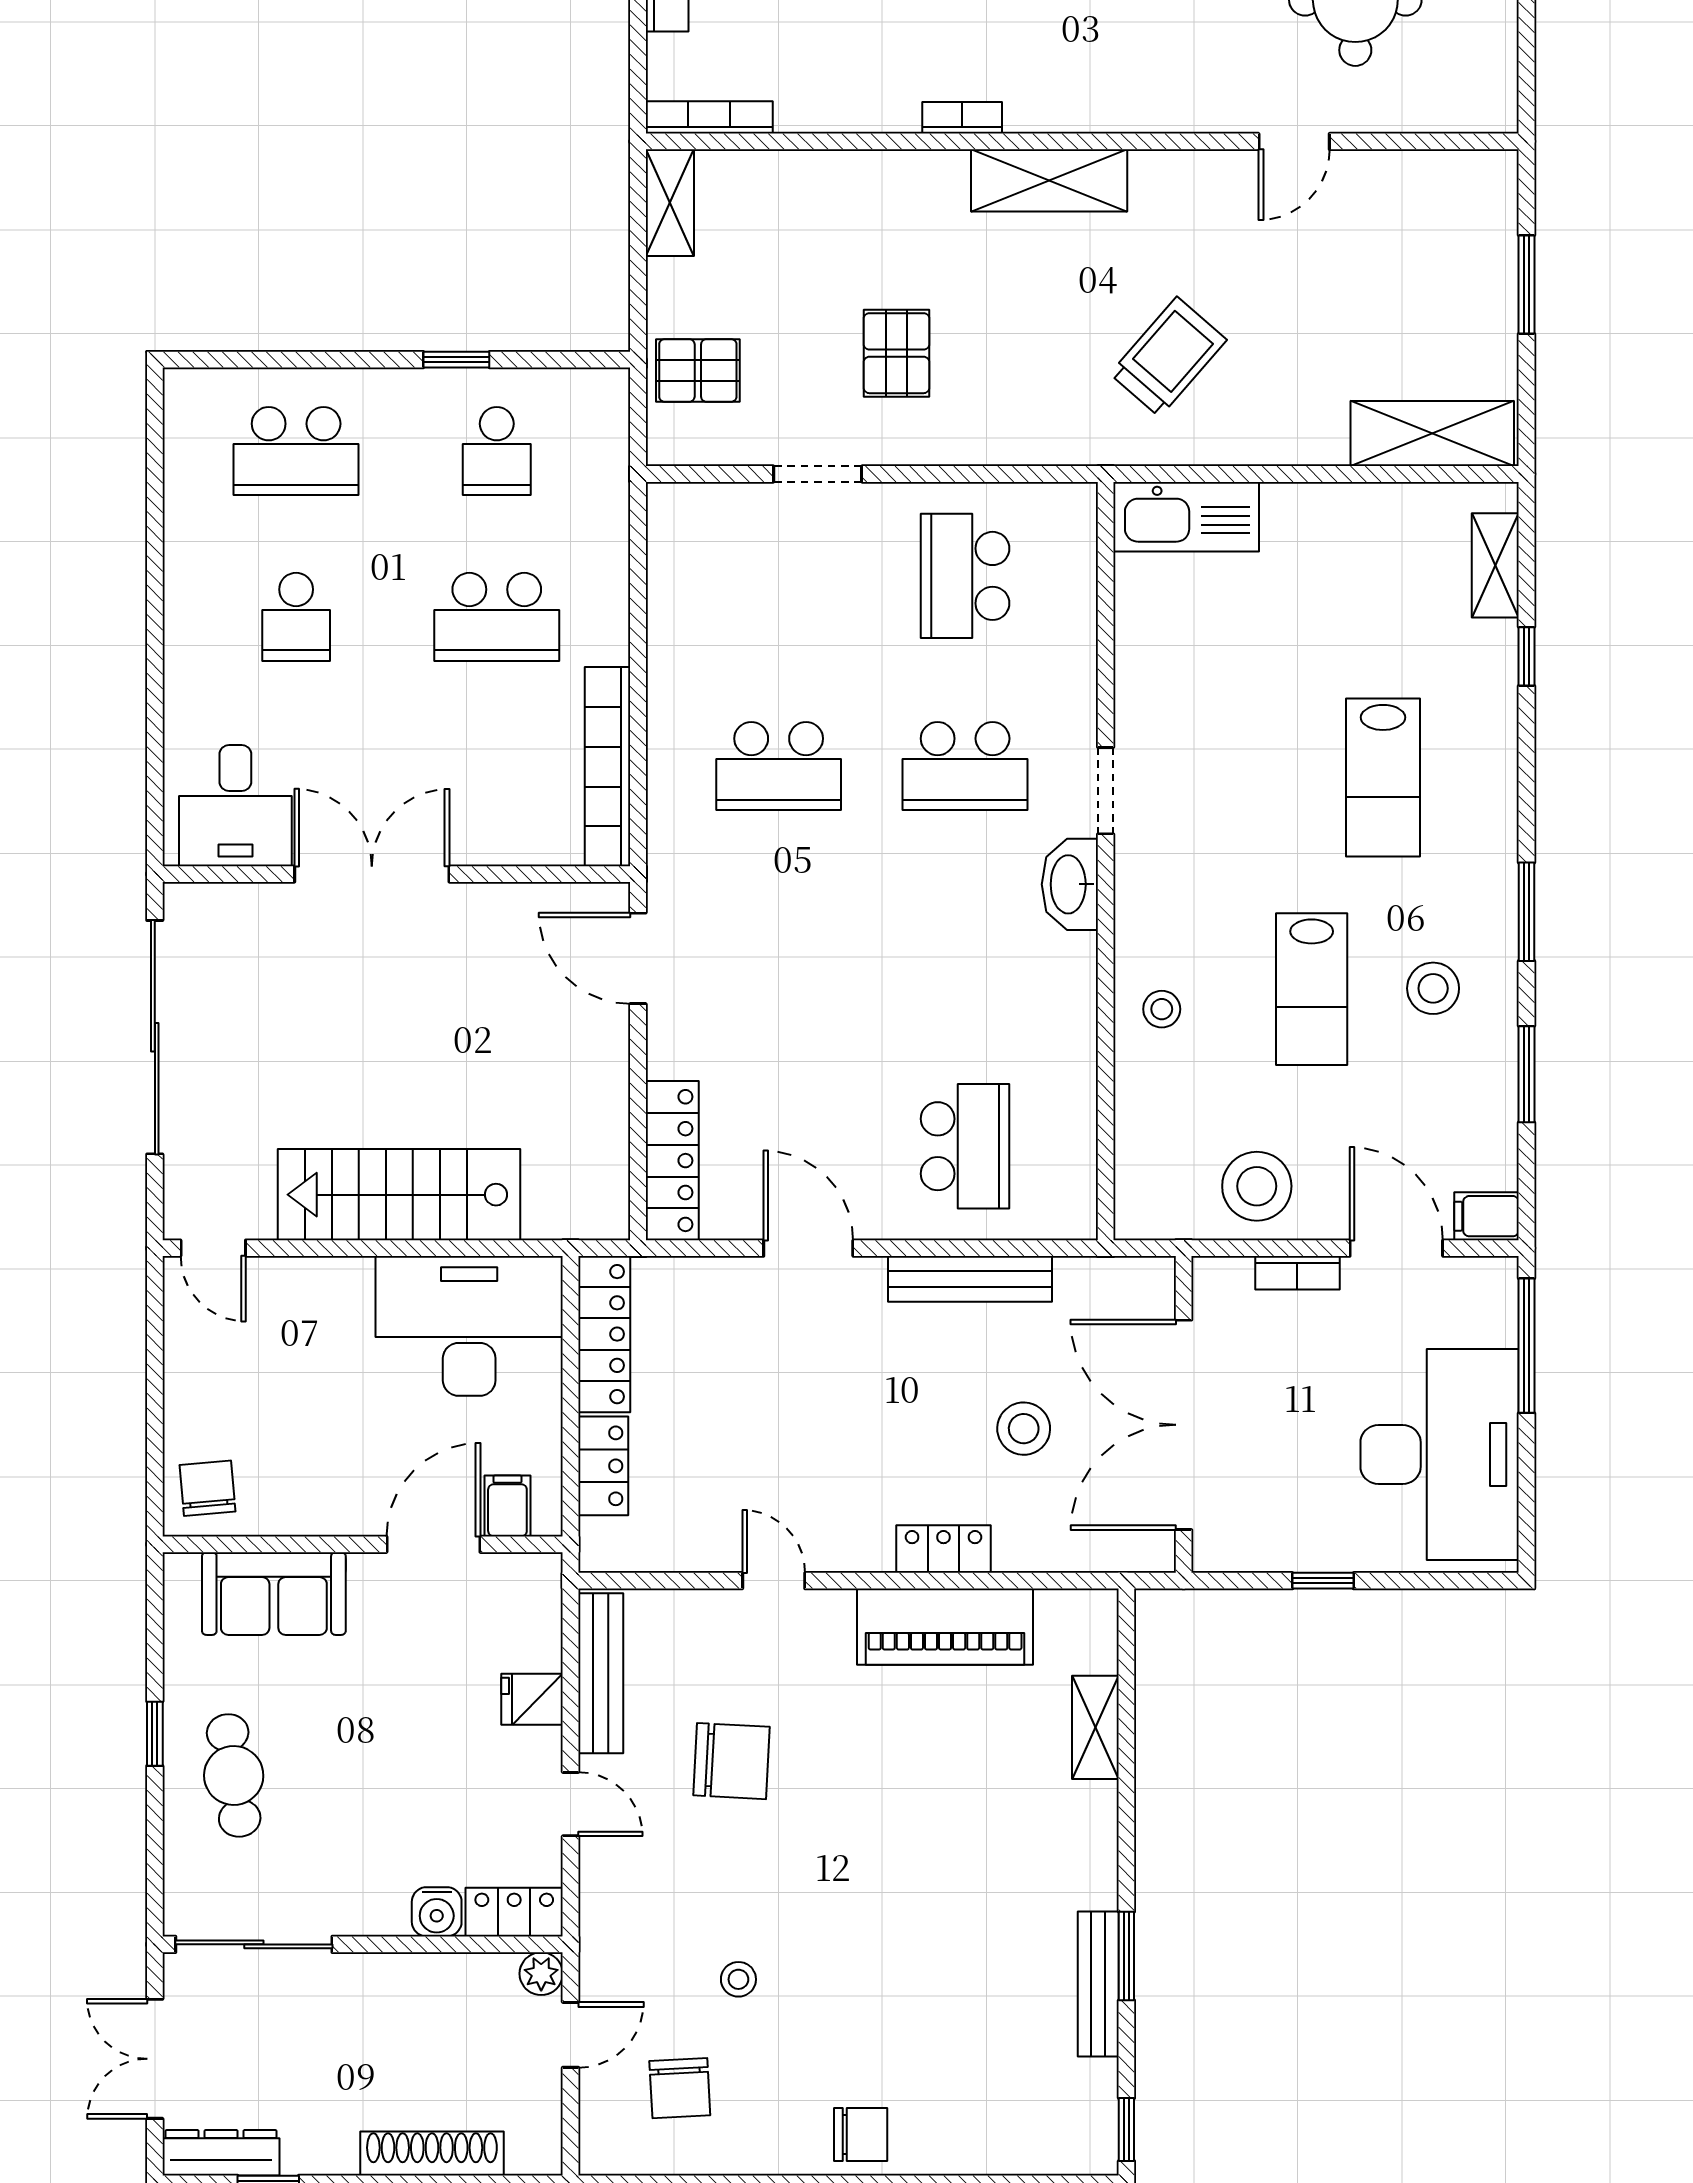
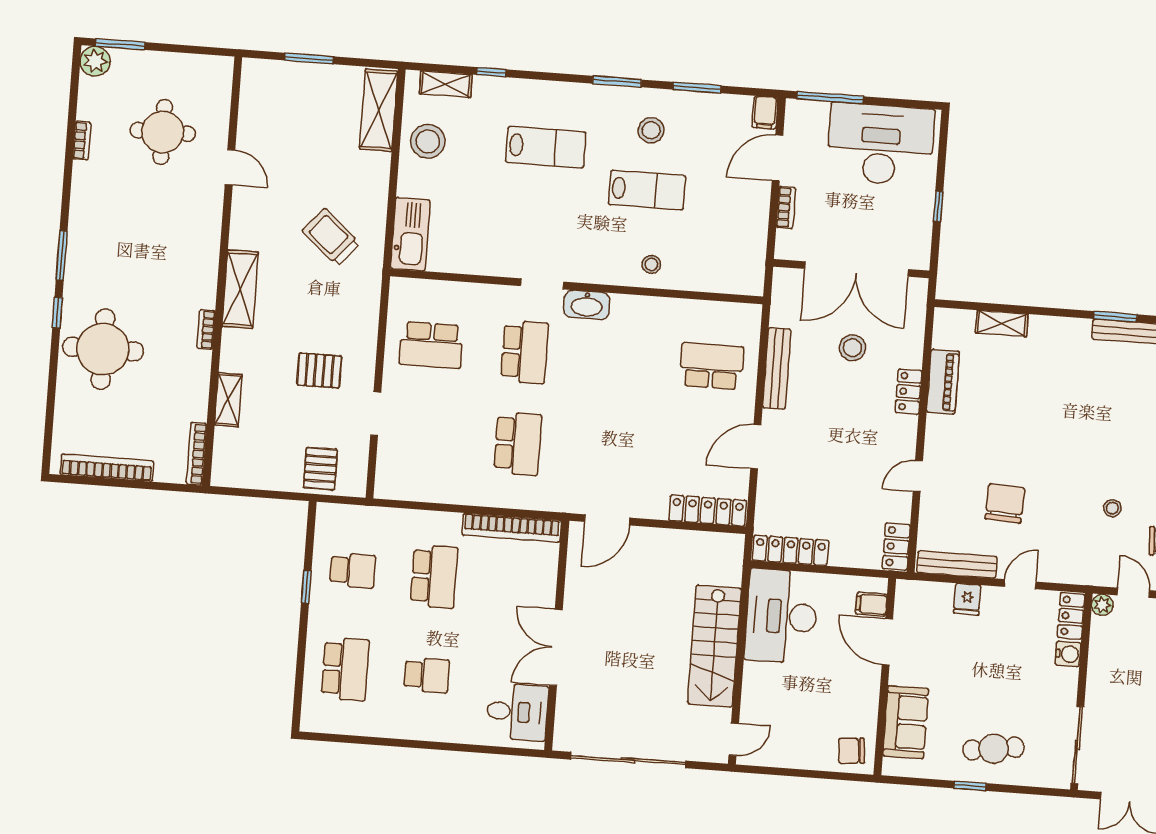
shelving: (670, 203) -> (228, 400), moved, turned 90
stool: (1257, 1186) -> (428, 141), moved
locker: (603, 1466) -> (896, 547), moved, turned -90
piano: (945, 1627) -> (943, 382), width x0.73, depth x0.75

